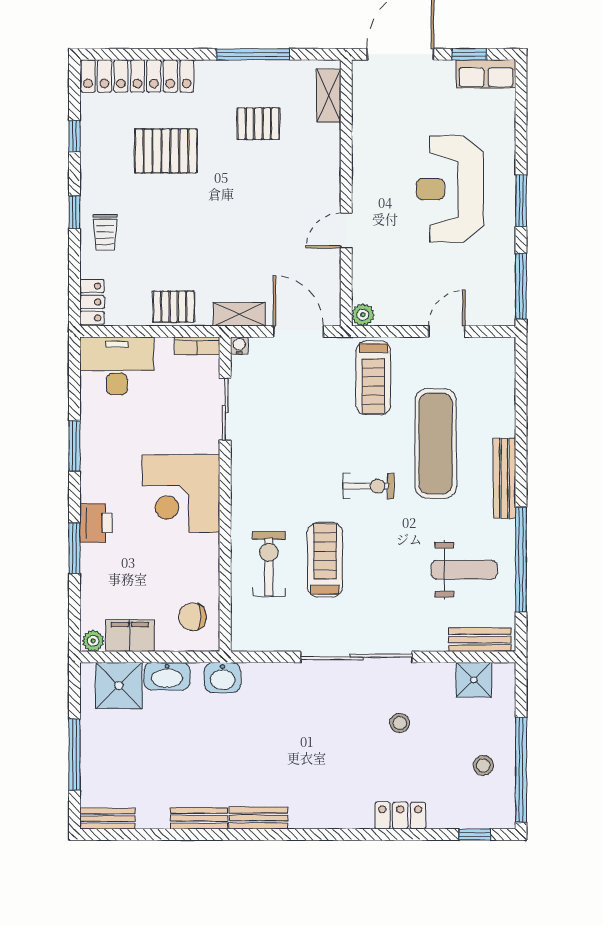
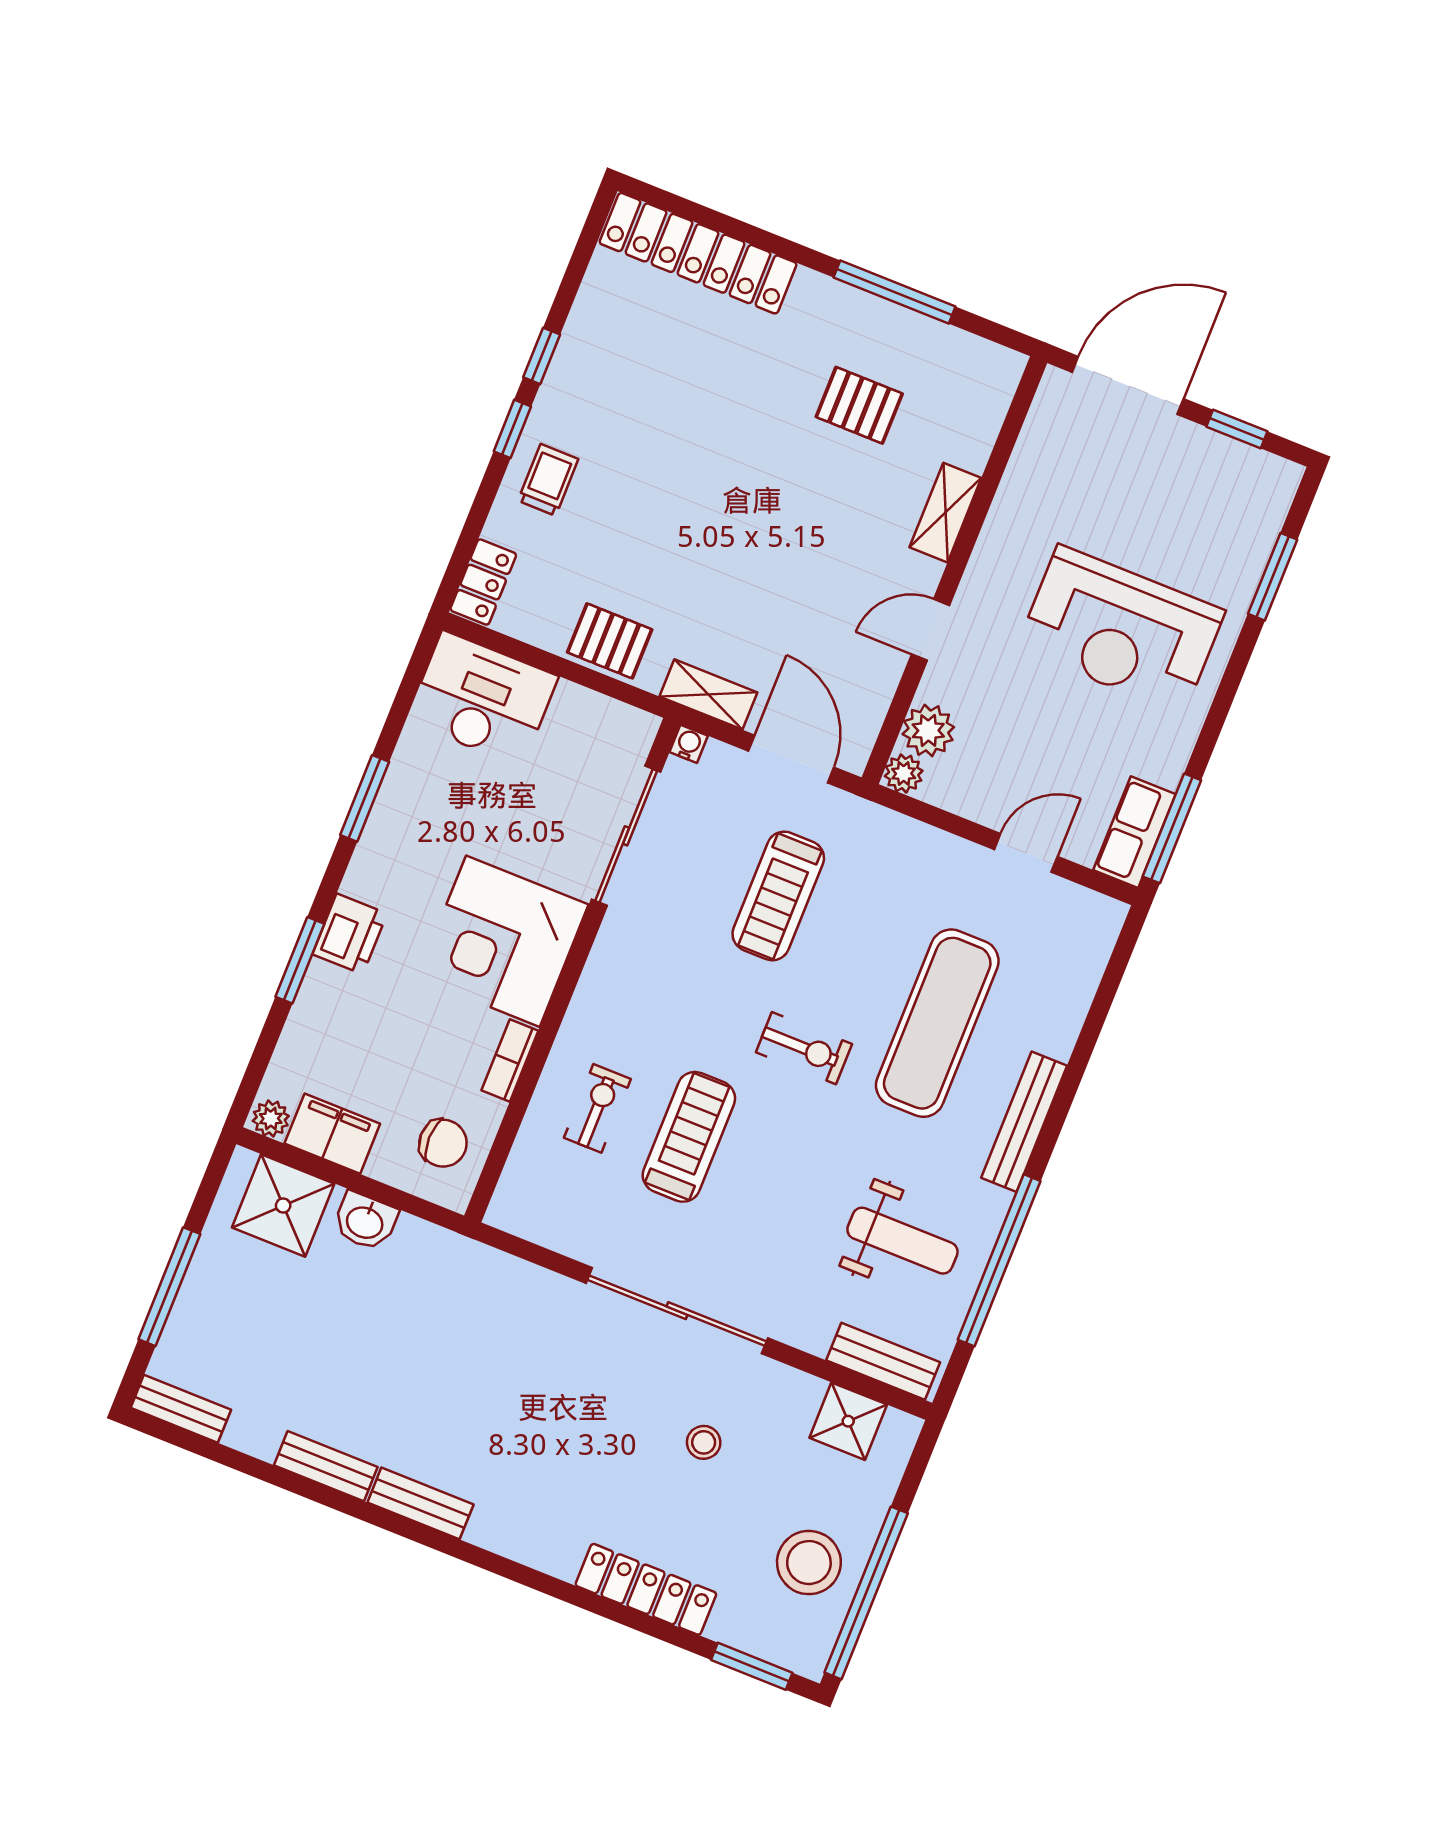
row of seats: (486, 74) -> (1134, 832), moved, turned 90
shelving: (329, 96) -> (945, 513), moved
window: (74, 136) -> (542, 356), moved
pallet: (166, 151) -> (696, 390), removed
reception desk: (450, 189) -> (1121, 630), turned -90
window: (521, 201) -> (1273, 577), moved
trolley: (105, 232) -> (548, 480), turned 180
plant: (367, 286) -> (928, 731), added
bookcase: (197, 346) -> (510, 1060), moved, turned 90
treadmill: (373, 378) -> (778, 896), moved
sliding door: (225, 409) -> (626, 836), width x1.37
exercise bike: (269, 564) -> (597, 1108), width x0.73, depth x0.72
chair: (192, 617) -> (443, 1143), turned 180
washbasin: (167, 676) -> (365, 1221), width x0.72
washbasin: (223, 678) -> (452, 1259), removed
stool: (483, 765) -> (809, 1563), width x1.89, depth x1.89
locker: (400, 816) -> (646, 1589), width x1.53
window: (475, 834) -> (752, 1666), width x1.50

